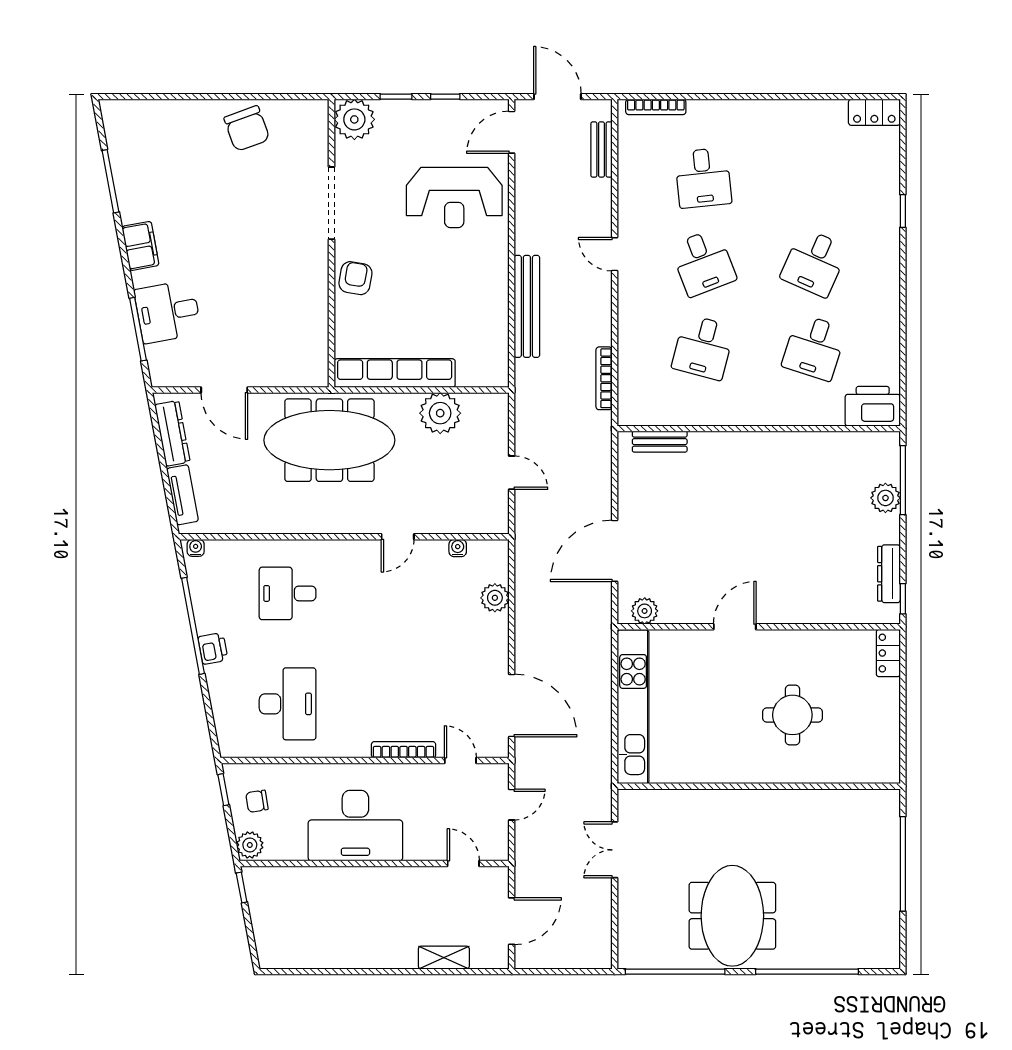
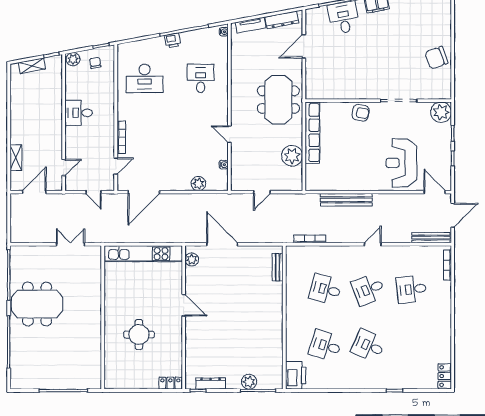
bench: (601, 149) -> (431, 238), width x1.36
meeting table: (329, 440) -> (278, 100), width x0.73
desk: (355, 826) -> (79, 113), width x0.53, depth x0.77
door: (512, 921) -> (34, 192), swing flipped
shelving: (263, 926) -> (32, 66), added

